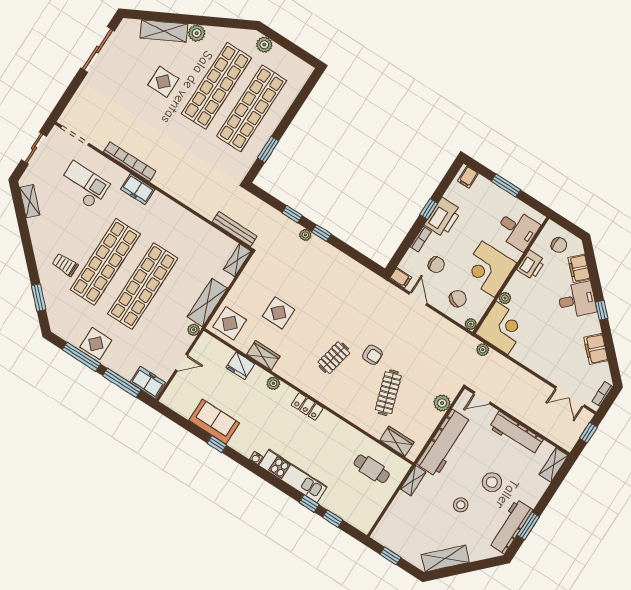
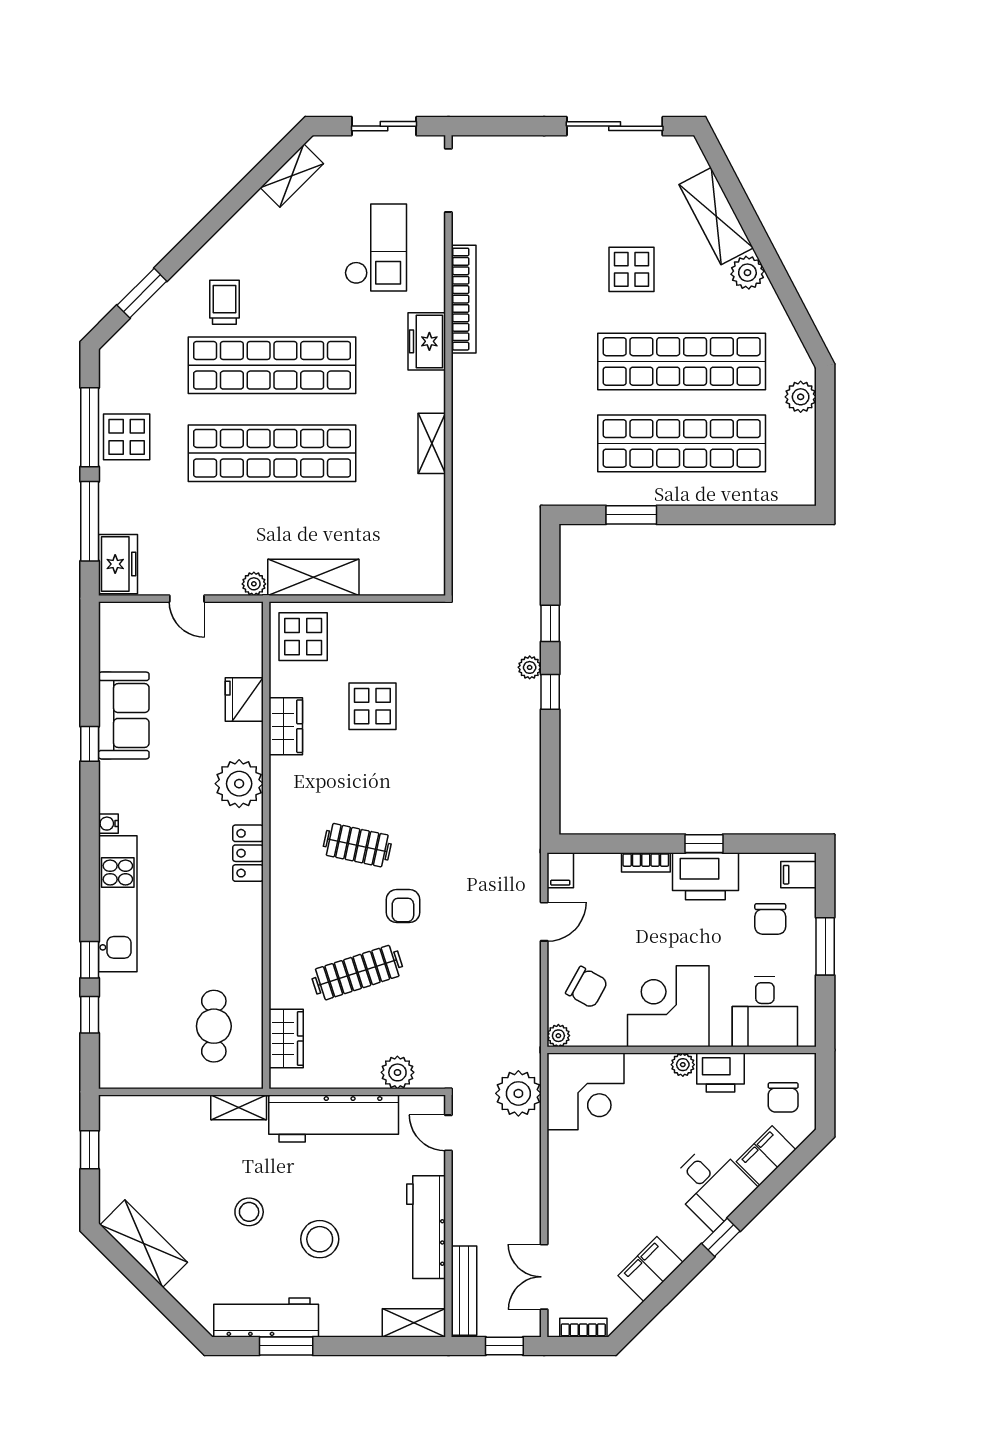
bench: (235, 229) -> (464, 1291), moved
shelving: (237, 260) -> (432, 443), moved, turned 90
chair: (436, 265) -> (770, 919), moved
plant: (505, 298) -> (683, 1065), moved
plant: (483, 350) -> (518, 1093), width x1.87, depth x1.87
plant: (273, 383) -> (239, 784), width x1.87, depth x1.87

